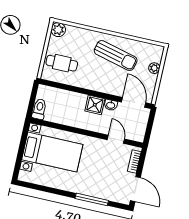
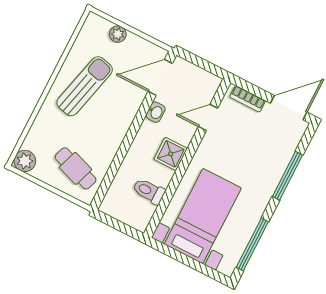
cafe table: (62, 63) -> (76, 168), turned -71
shower: (95, 105) -> (171, 154), moved
toilet: (39, 109) -> (149, 191), moved
window: (42, 188) -> (252, 245), added

